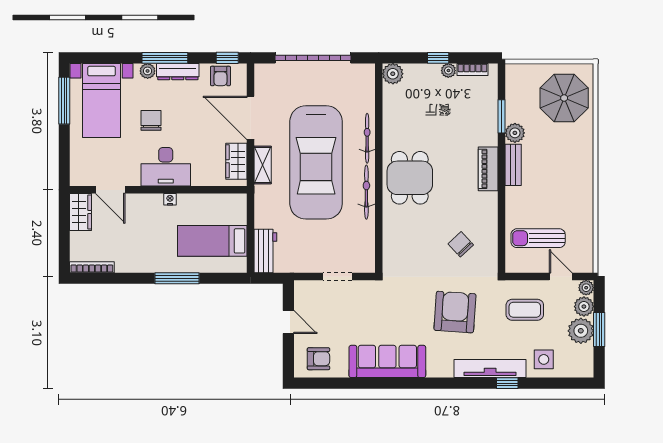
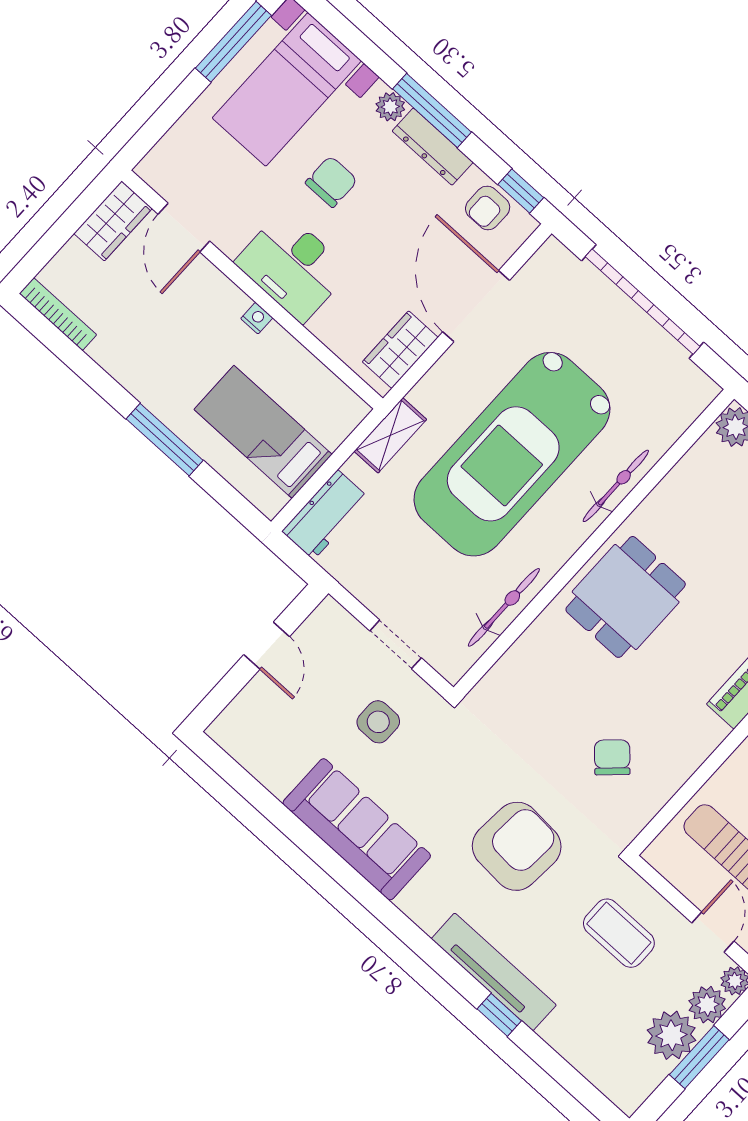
shelving: (263, 165) -> (390, 435), moved
bicycle: (366, 192) -> (504, 607), moved
armchair: (318, 359) -> (262, 737), removed
side table: (544, 359) -> (378, 722), moved

